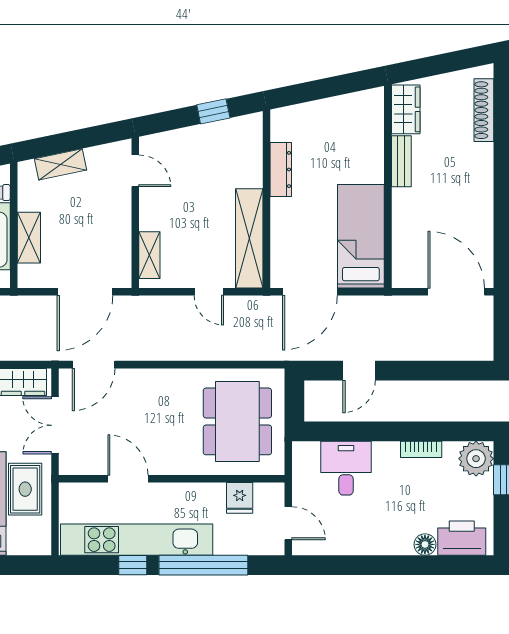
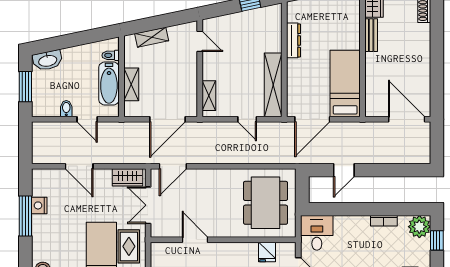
desk: (346, 468) -> (317, 233), moved

